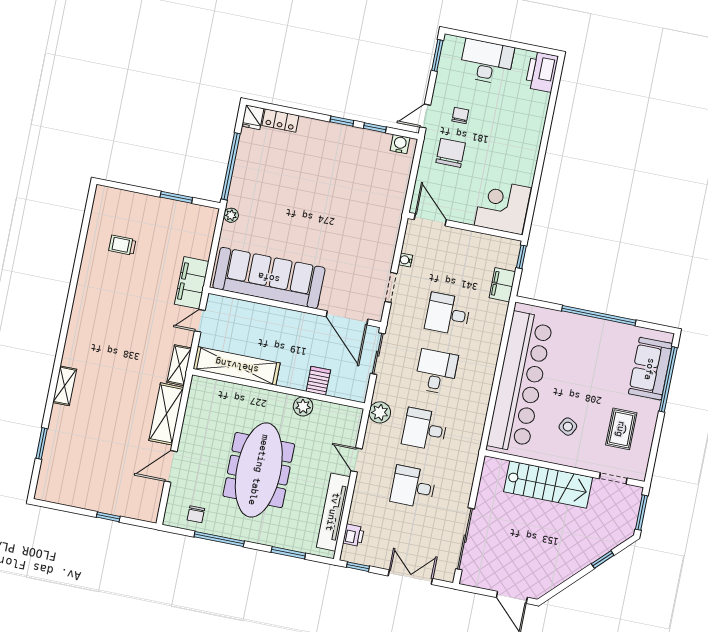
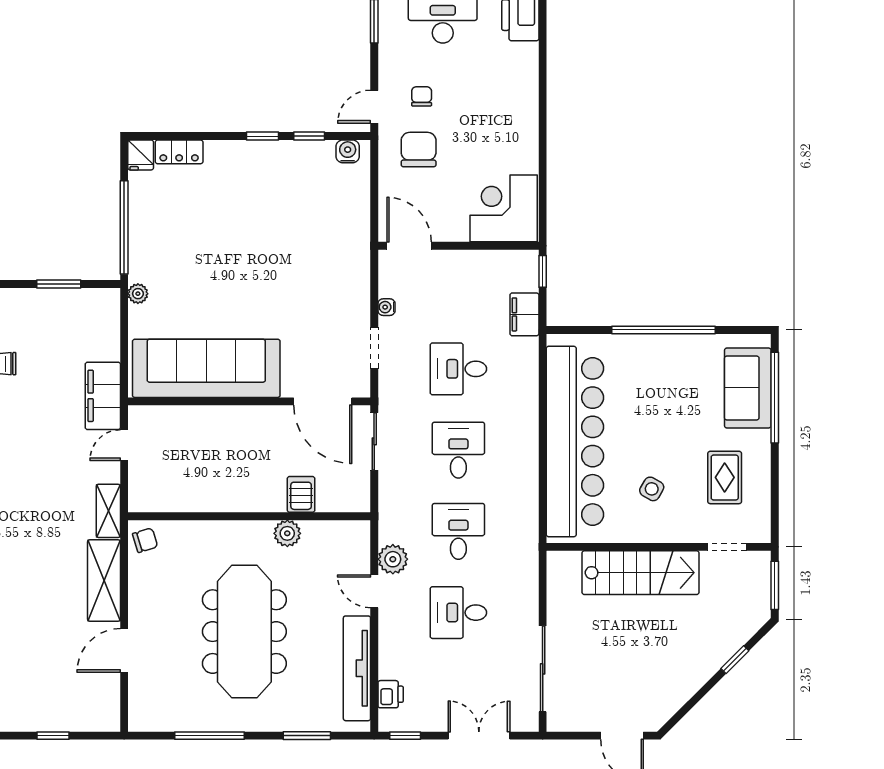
shelving: (237, 366) -> (186, 497), removed
plant: (380, 412) -> (393, 559), moved
desk: (425, 429) -> (458, 531), turned 90
chair: (196, 514) -> (145, 540), moved, turned -107

